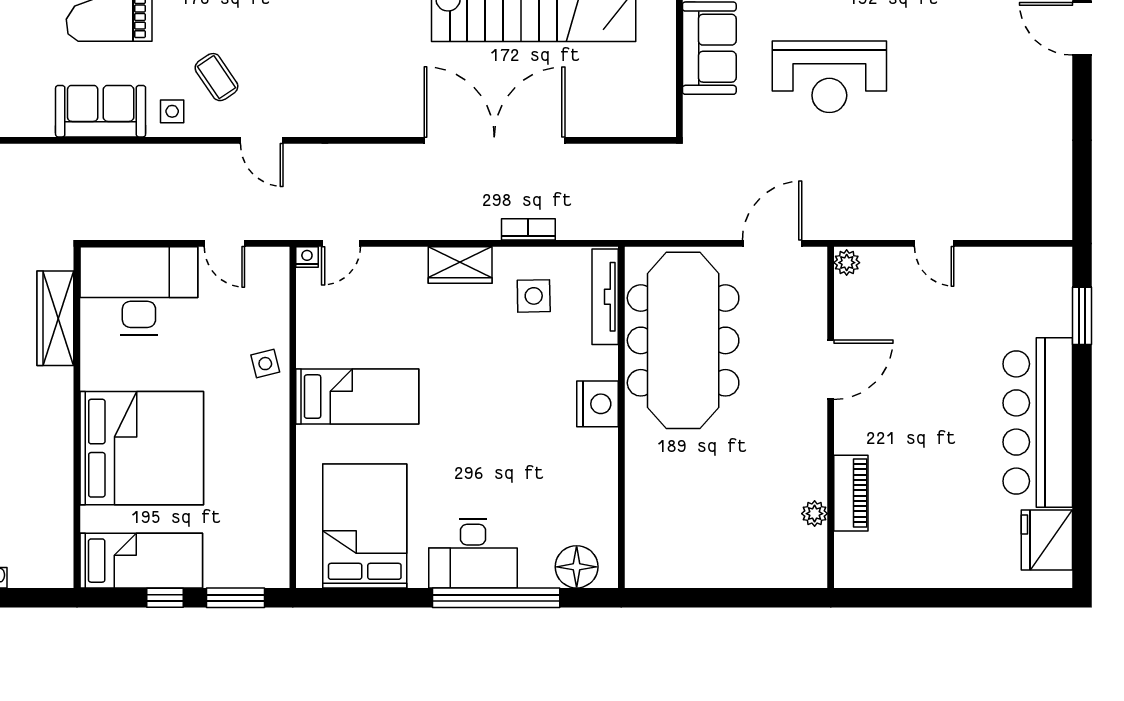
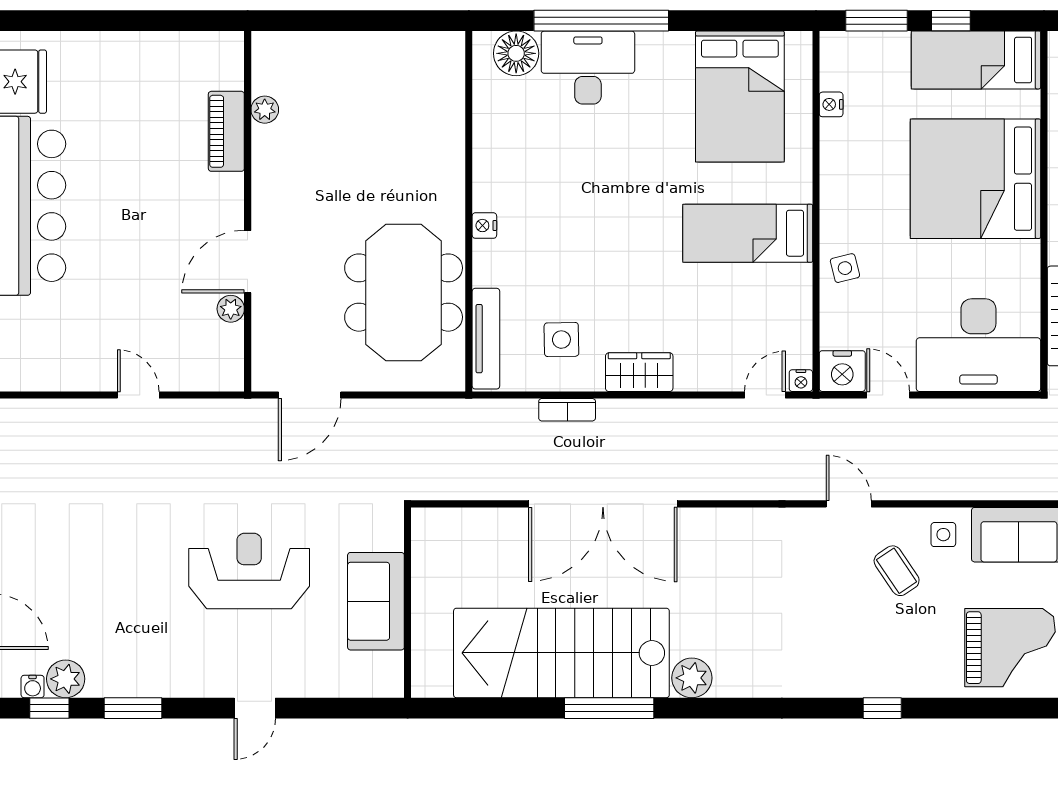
plant: (847, 263) -> (231, 309), moved
nightstand: (268, 266) -> (842, 371), added
meeting table: (683, 340) -> (404, 293), width x0.73
nightstand: (597, 404) -> (484, 226), width x0.53, depth x0.56
nightstand: (278, 518) -> (831, 104), added
desk: (473, 553) -> (588, 68), moved

